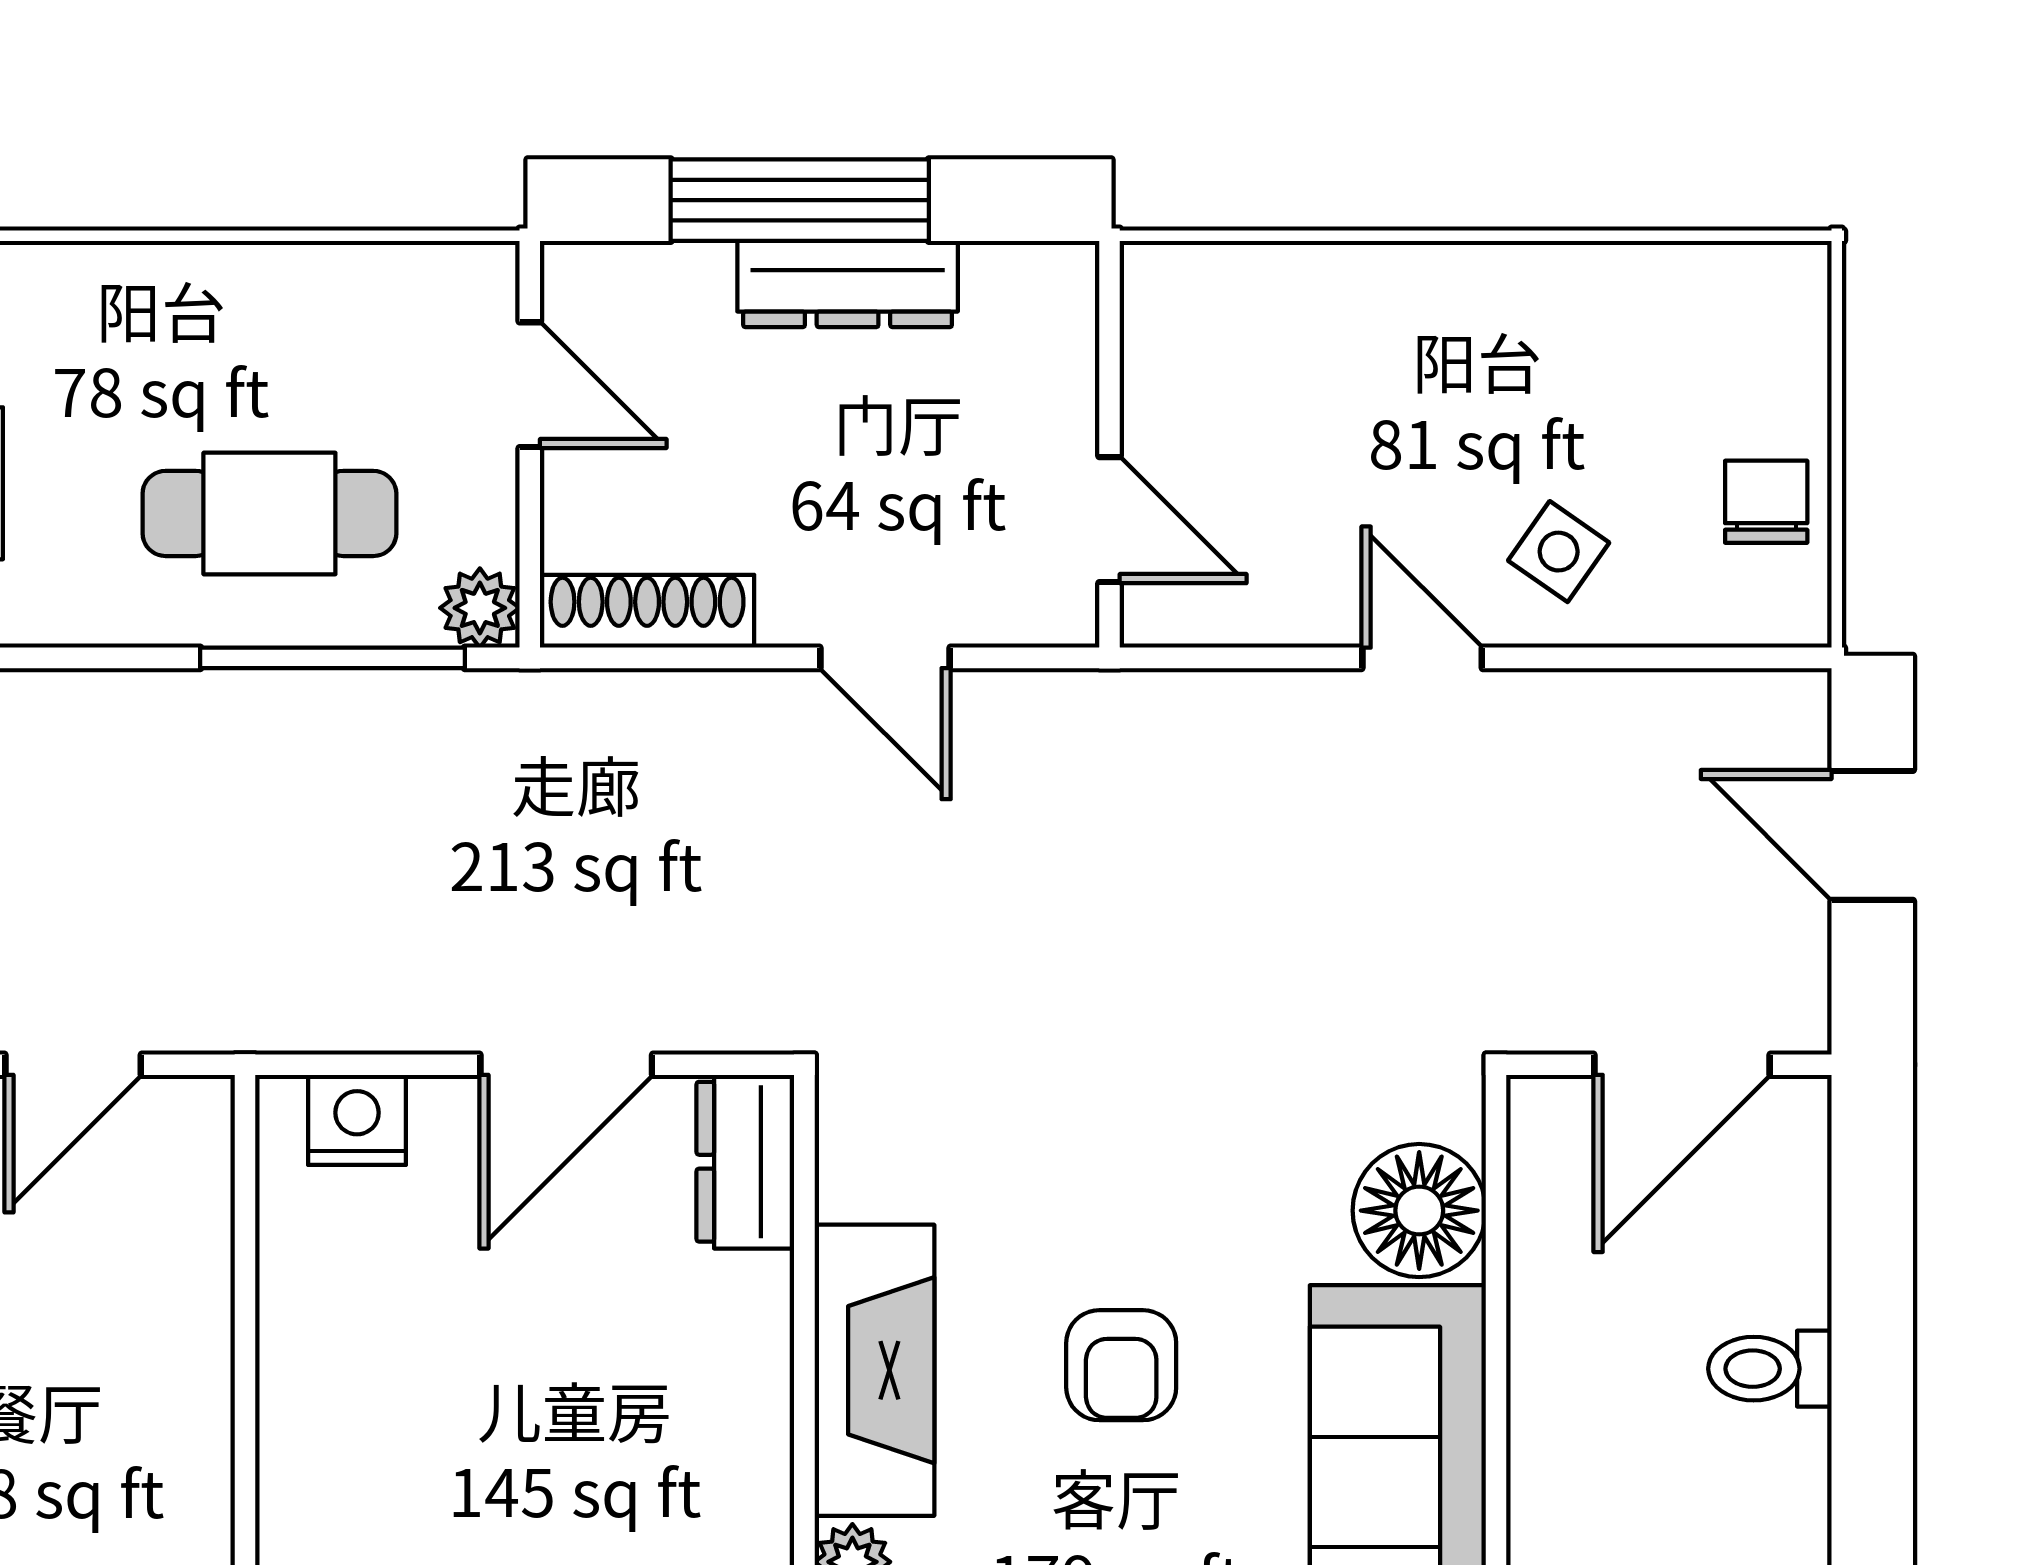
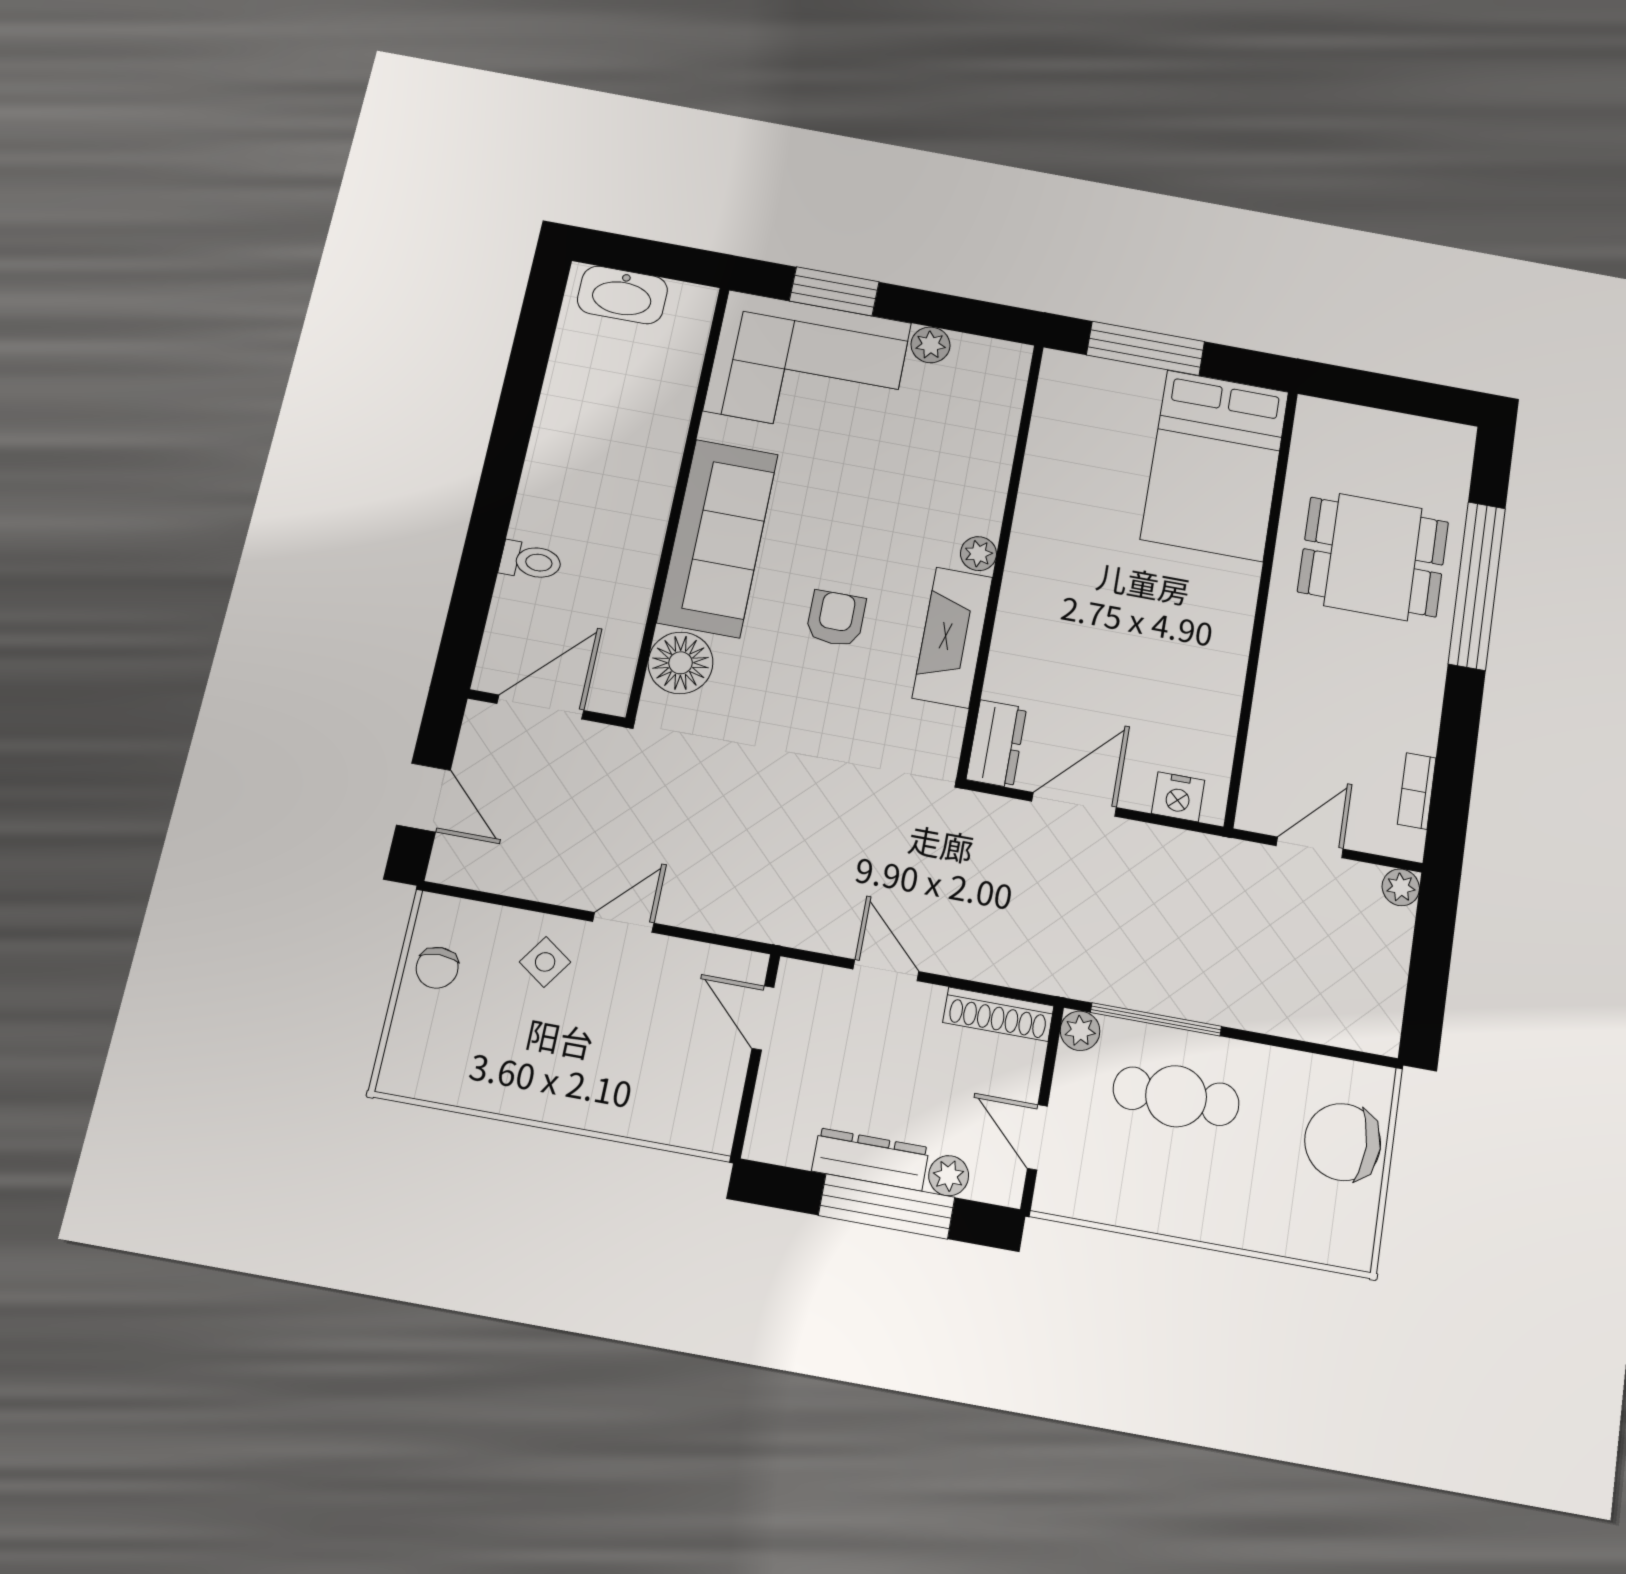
plant: (690, 280) -> (949, 1176), added
door: (1422, 658) -> (623, 922), swing flipped

